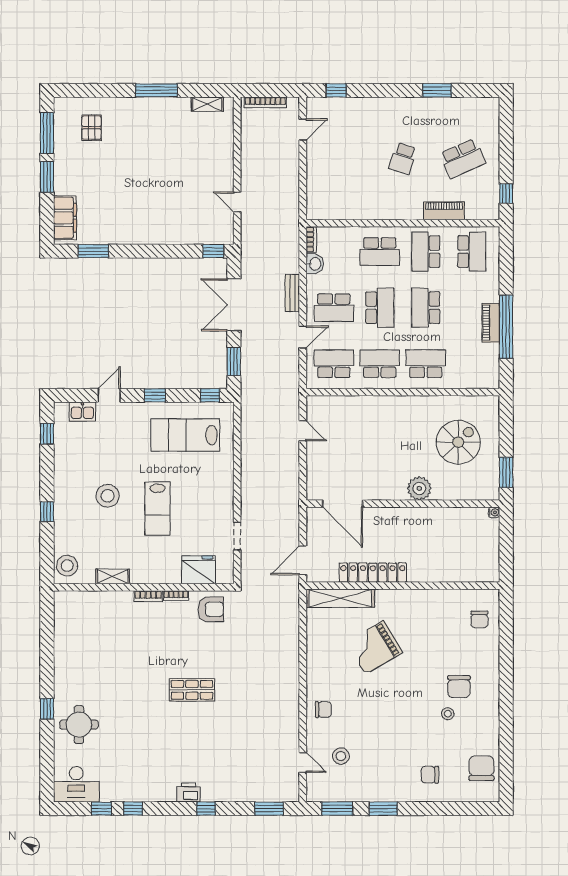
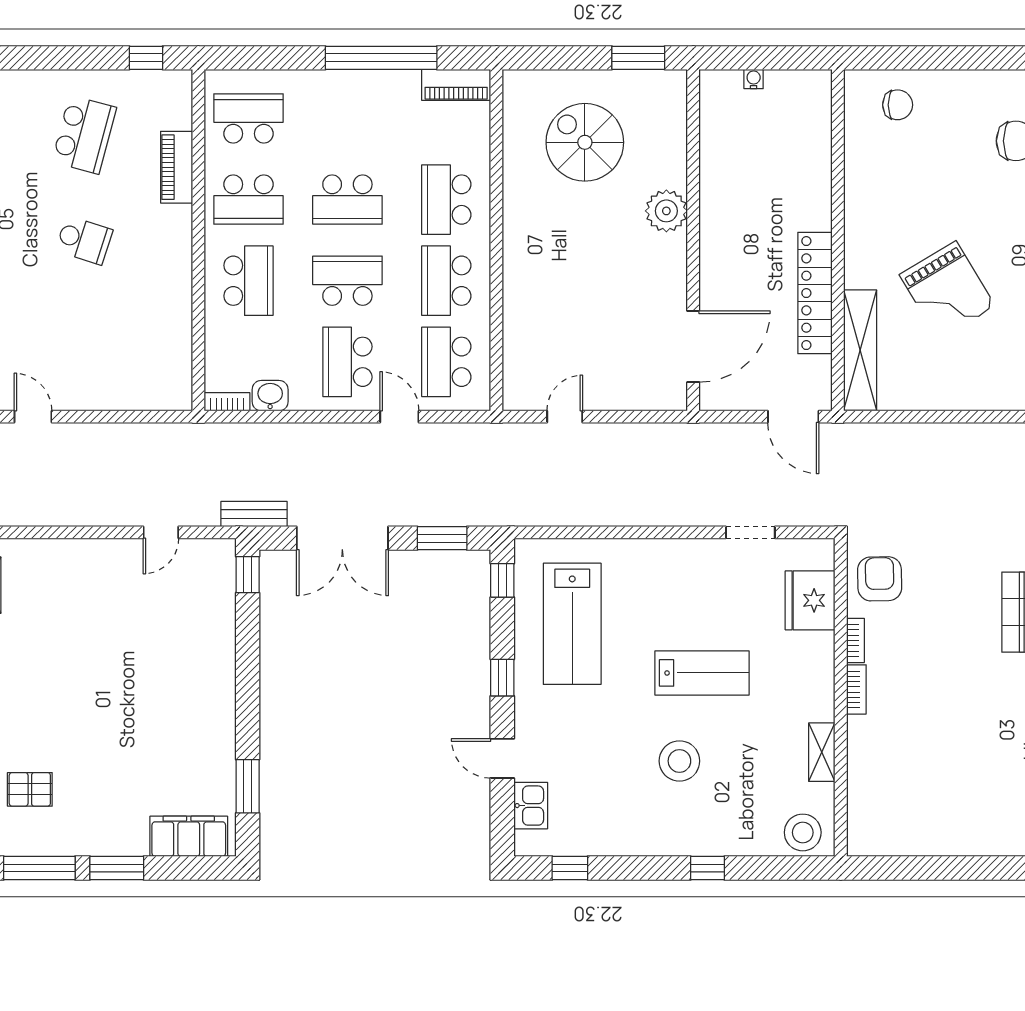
school desk: (463, 158) -> (84, 135), turned 39
bench: (292, 293) -> (254, 514), moved
school desk: (334, 308) -> (347, 362), turned 180
piano: (491, 323) -> (456, 85), moved
water cooler: (494, 512) -> (754, 79), moved

